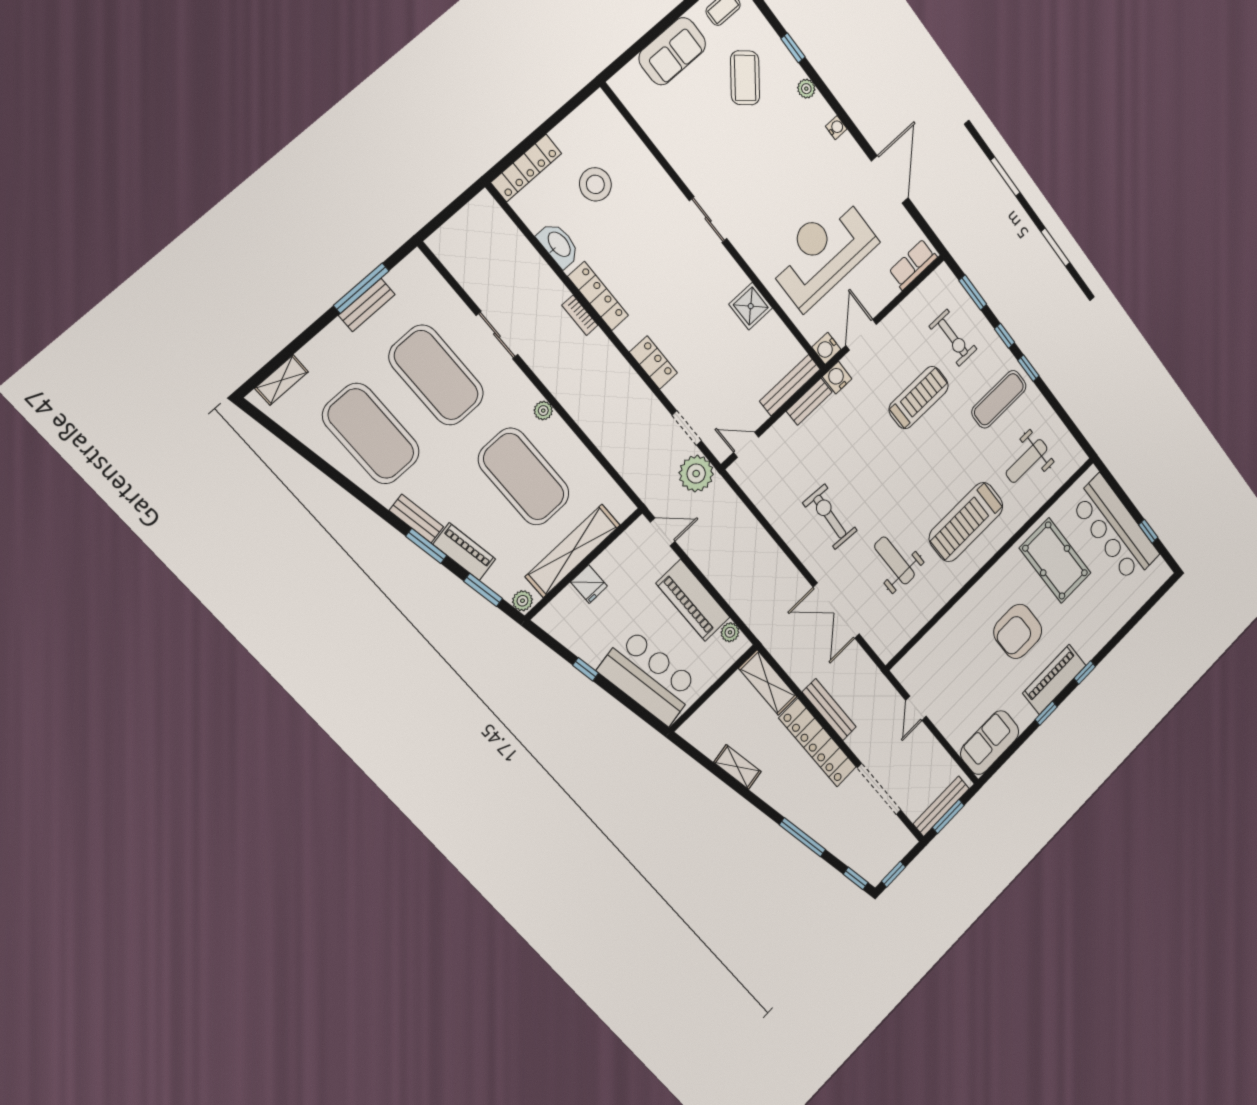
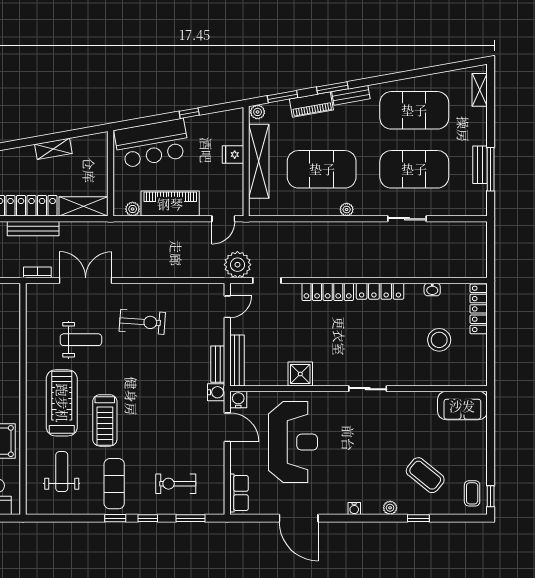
sofa: (672, 51) -> (462, 406), moved, turned -90
washbasin: (559, 245) -> (432, 290), width x0.52, depth x0.69
bookcase: (580, 315) -> (37, 272), moved
locker: (653, 363) -> (328, 292), width x1.53
treadmill: (919, 397) -> (105, 420), moved

